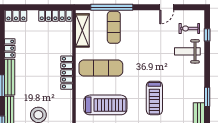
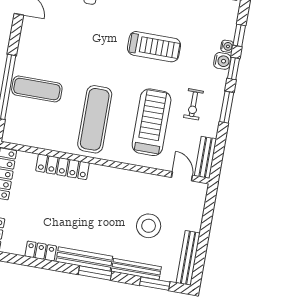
shelving: (82, 30) -> (33, 137), removed
locker: (67, 73) -> (63, 167), moved

